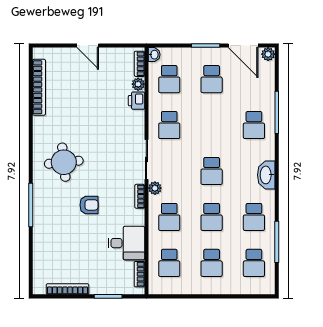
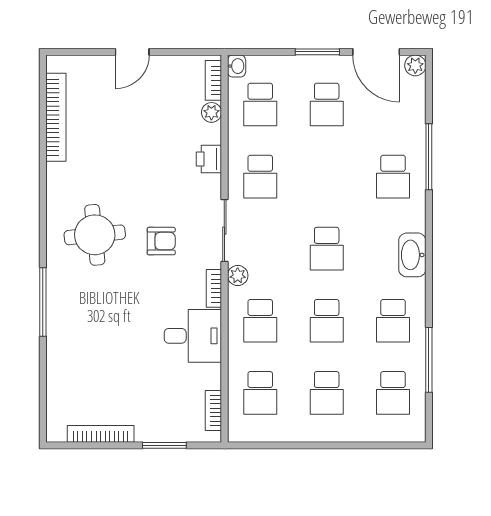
door: (88, 46) -> (132, 52), hinge flipped
printer: (137, 101) -> (209, 159), moved
armchair: (89, 205) -> (161, 241), moved
desk: (126, 243) -> (193, 336), moved

